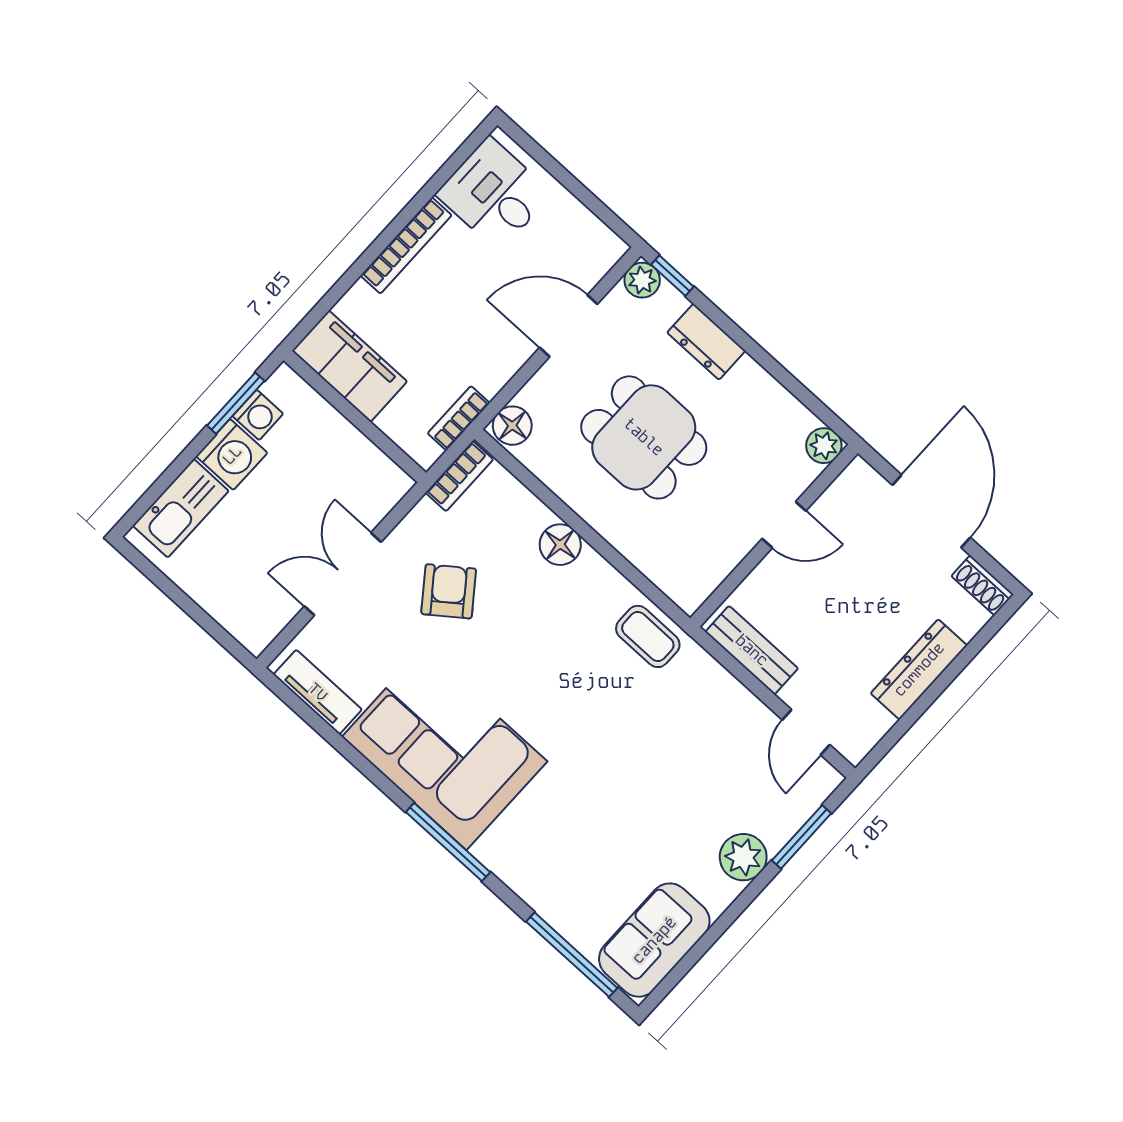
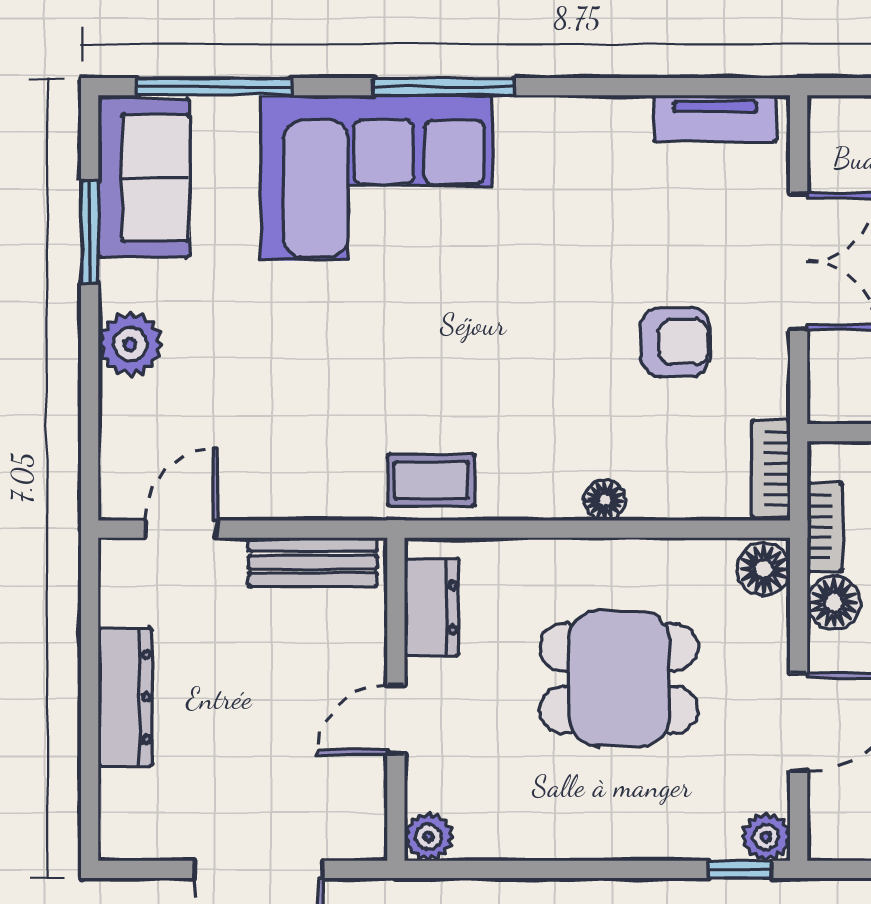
dresser: (706, 342) -> (432, 607), moved, turned 90
floor lamp: (491, 373) -> (834, 603), added
floor lamp: (560, 545) -> (605, 500), width x0.73, depth x0.73
shoe rack: (982, 585) -> (138, 841), removed
armchair: (449, 591) -> (675, 342), turned -53
door: (806, 732) -> (182, 529), hinge flipped
corner sofa: (445, 749) -> (376, 178), moved
window: (802, 837) -> (90, 232), moved

